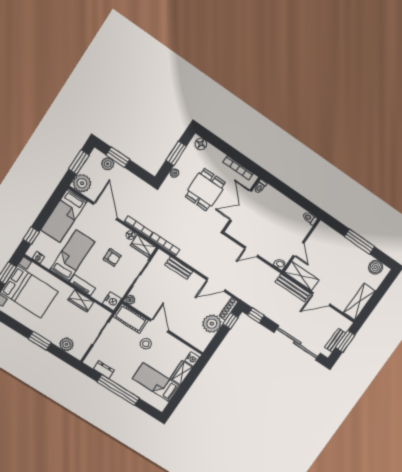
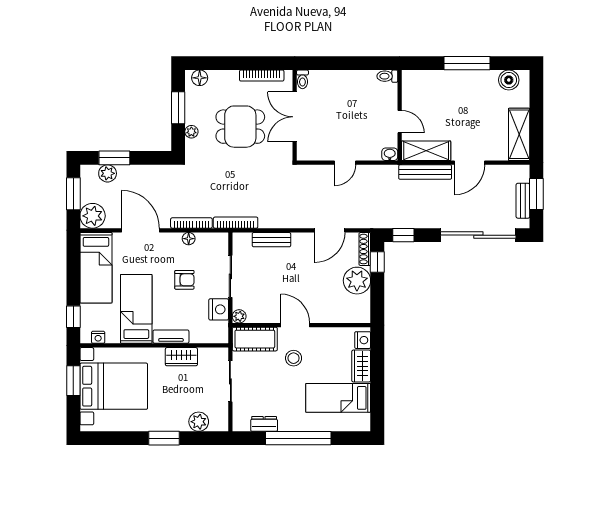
dining table: (205, 190) -> (240, 127), turned 90
wardrobe: (143, 246) -> (212, 242), removed
nightstand: (112, 301) -> (219, 309), moved

